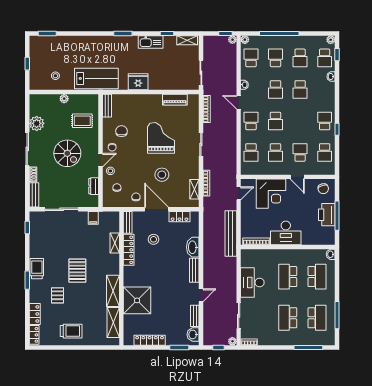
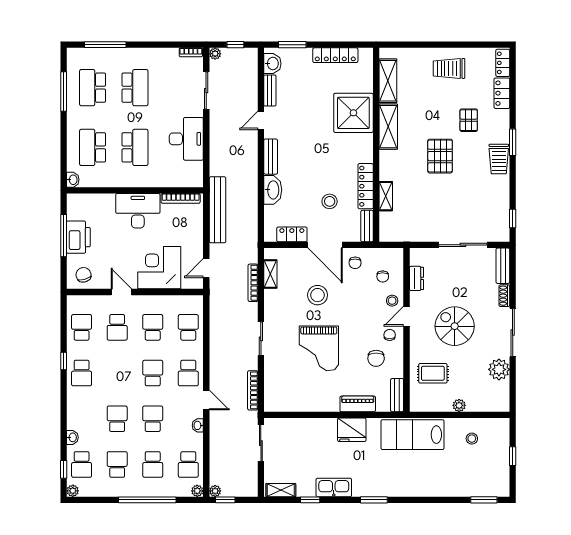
school desk: (325, 58) -> (82, 464), turned 180
piano: (175, 100) -> (358, 404), moved
filing cabinet: (93, 218) -> (417, 233), removed

